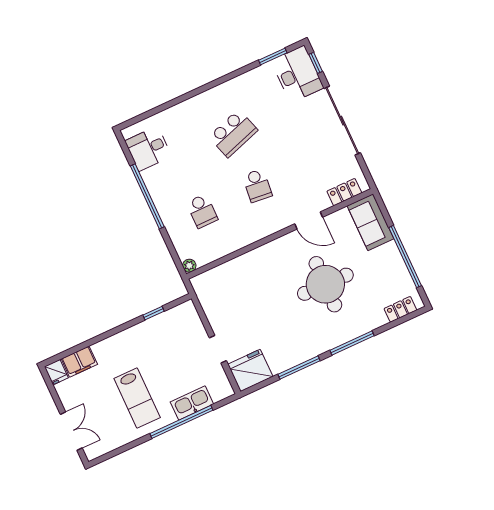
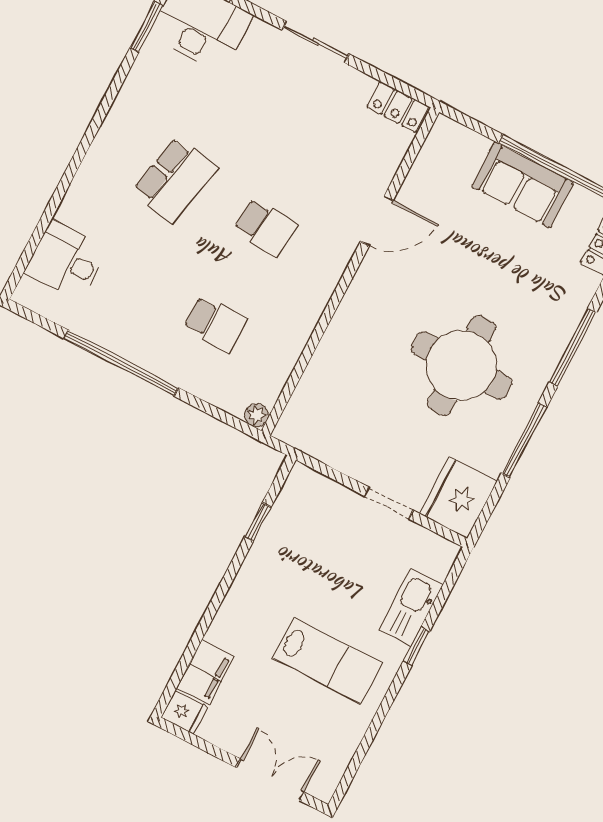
sliding door: (342, 121) -> (315, 42), width x0.54
school desk: (233, 133) -> (174, 180), turned 30
desk: (148, 149) -> (67, 261), moved, turned 90
locker: (344, 192) -> (398, 107), moved, turned -90
sofa: (370, 222) -> (523, 185), moved
round table: (325, 284) -> (461, 365), moved
window: (181, 422) -> (416, 646), width x0.32

